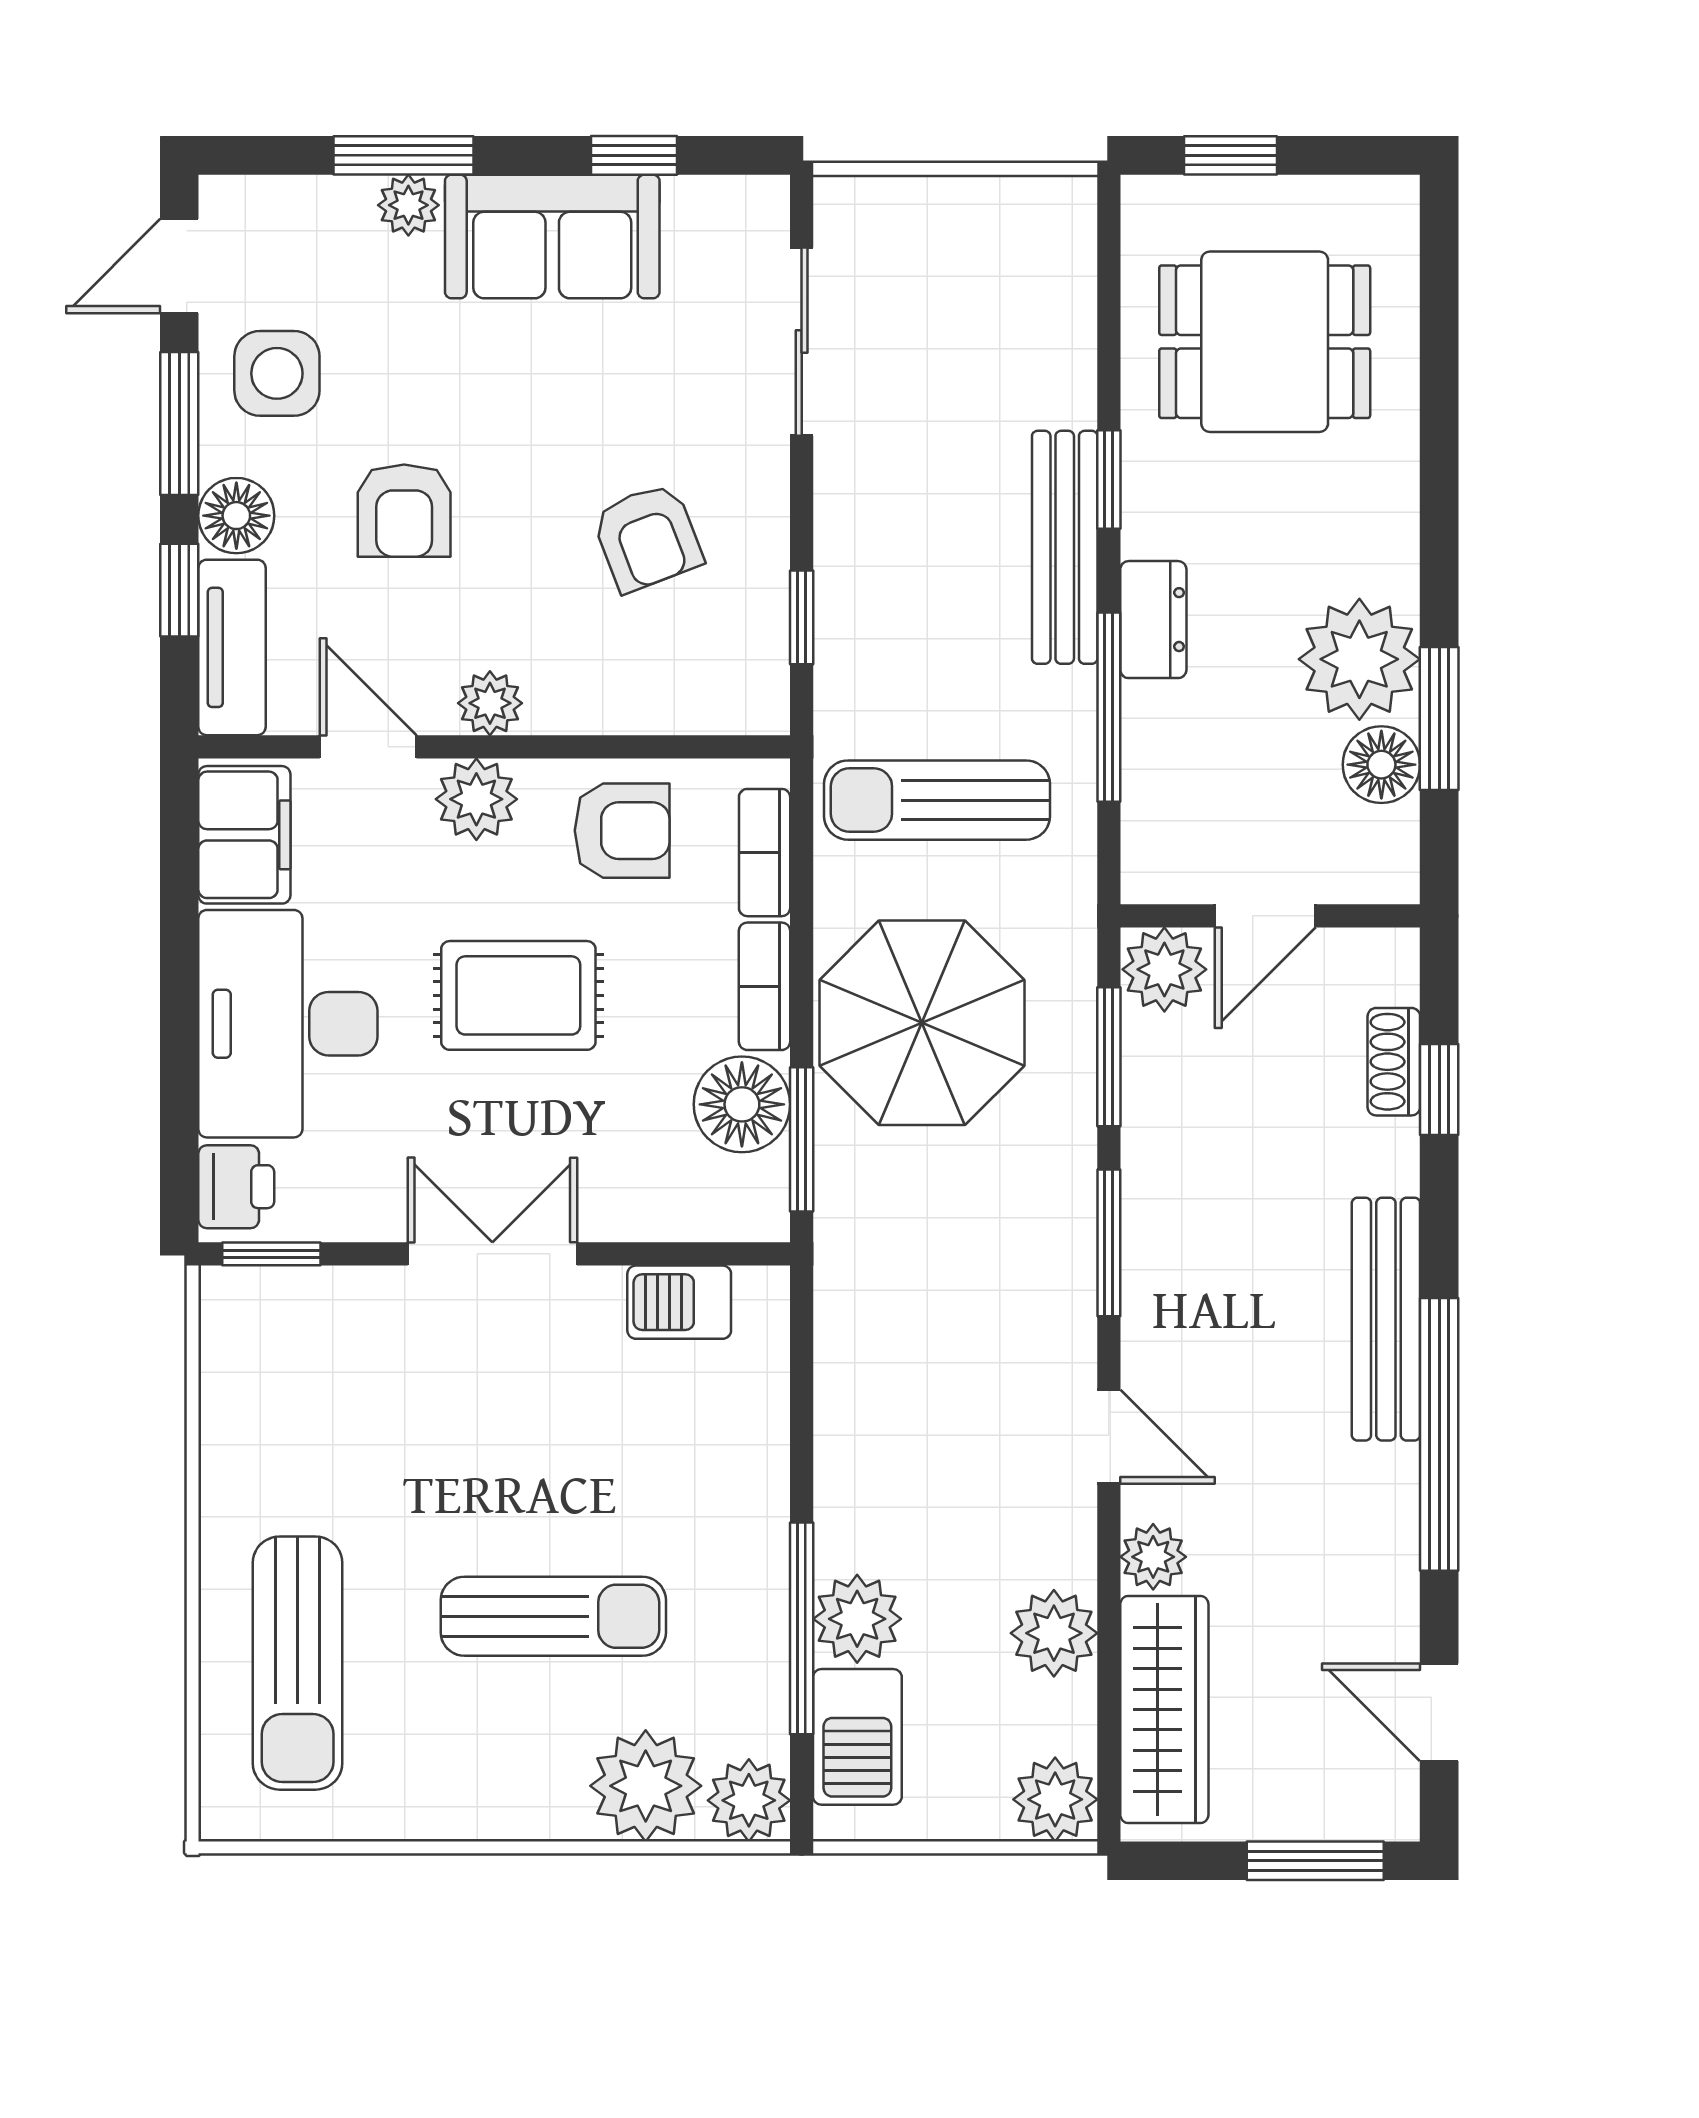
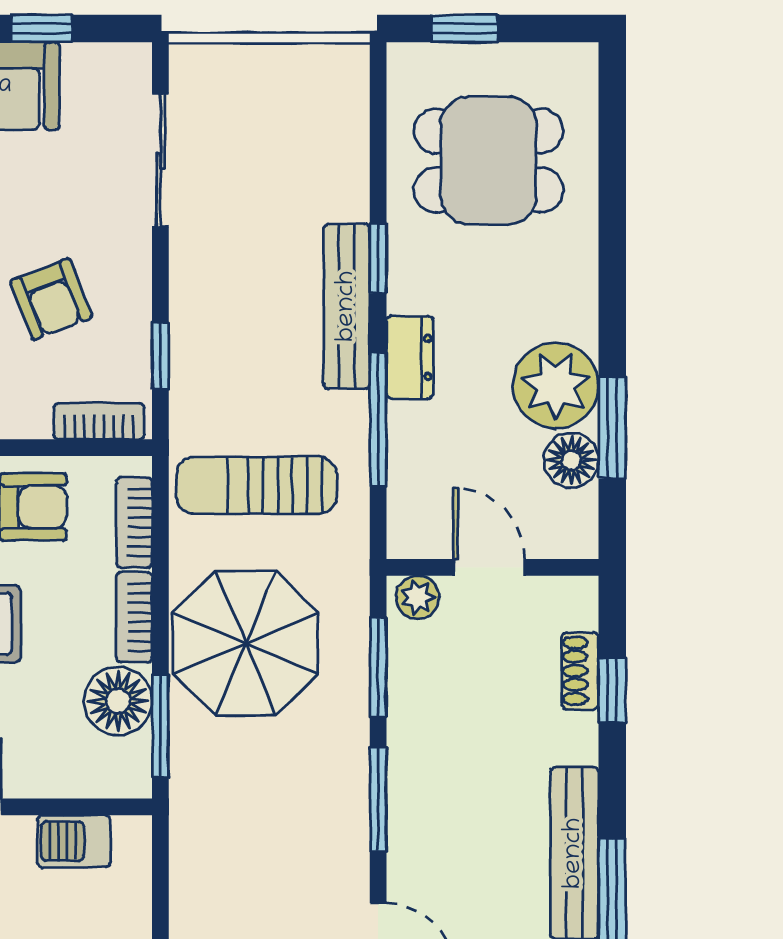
bookcase: (715, 710) -> (99, 421), added
door: (1265, 916) -> (489, 567), swing flipped
plant: (1164, 969) -> (417, 597), width x0.73, depth x0.73

